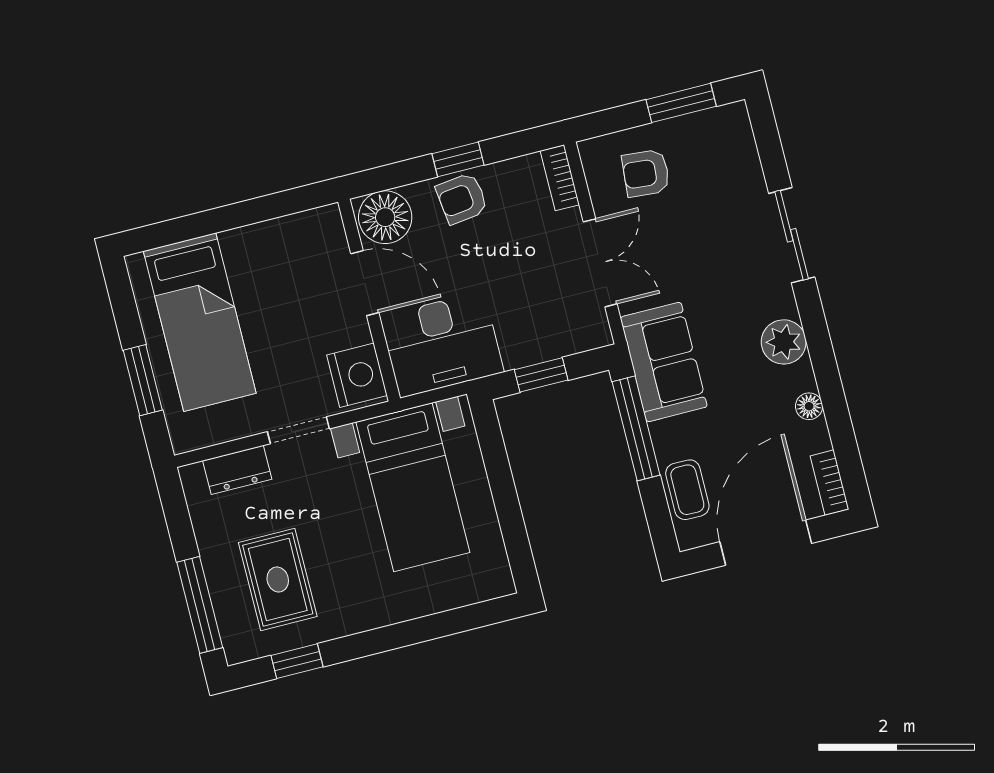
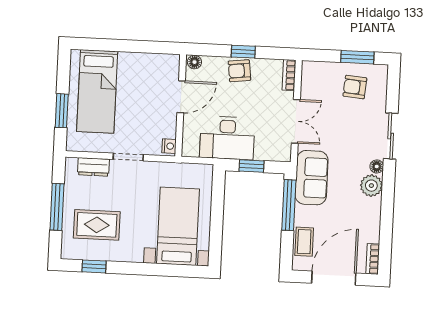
armchair: (646, 173) -> (355, 87), moved
floor lamp: (385, 217) -> (194, 62), width x0.53, depth x0.53
door: (365, 283) -> (181, 97), hinge flipped
desk: (442, 344) -> (227, 138), moved
nightstand: (357, 375) -> (169, 146), width x0.53, depth x0.56
floor lamp: (809, 406) -> (377, 166), moved
bed with nightstands: (413, 487) -> (178, 226), moved, turned 180
rug: (278, 579) -> (97, 225), turned 90
window: (200, 605) -> (57, 207), moved

